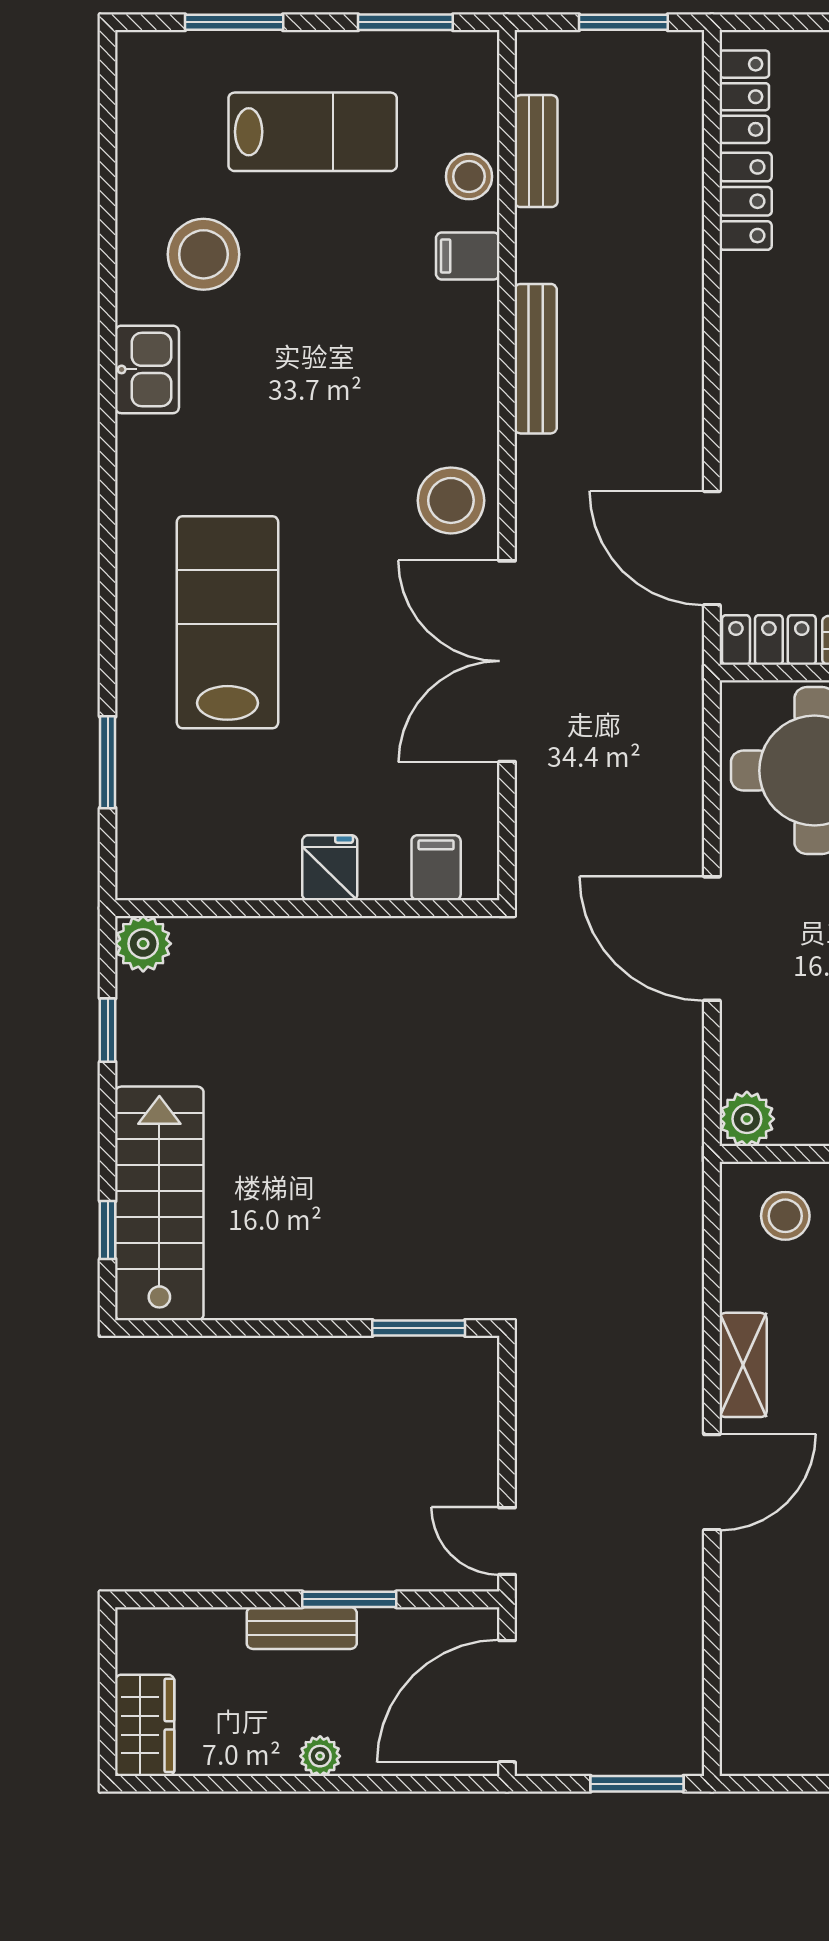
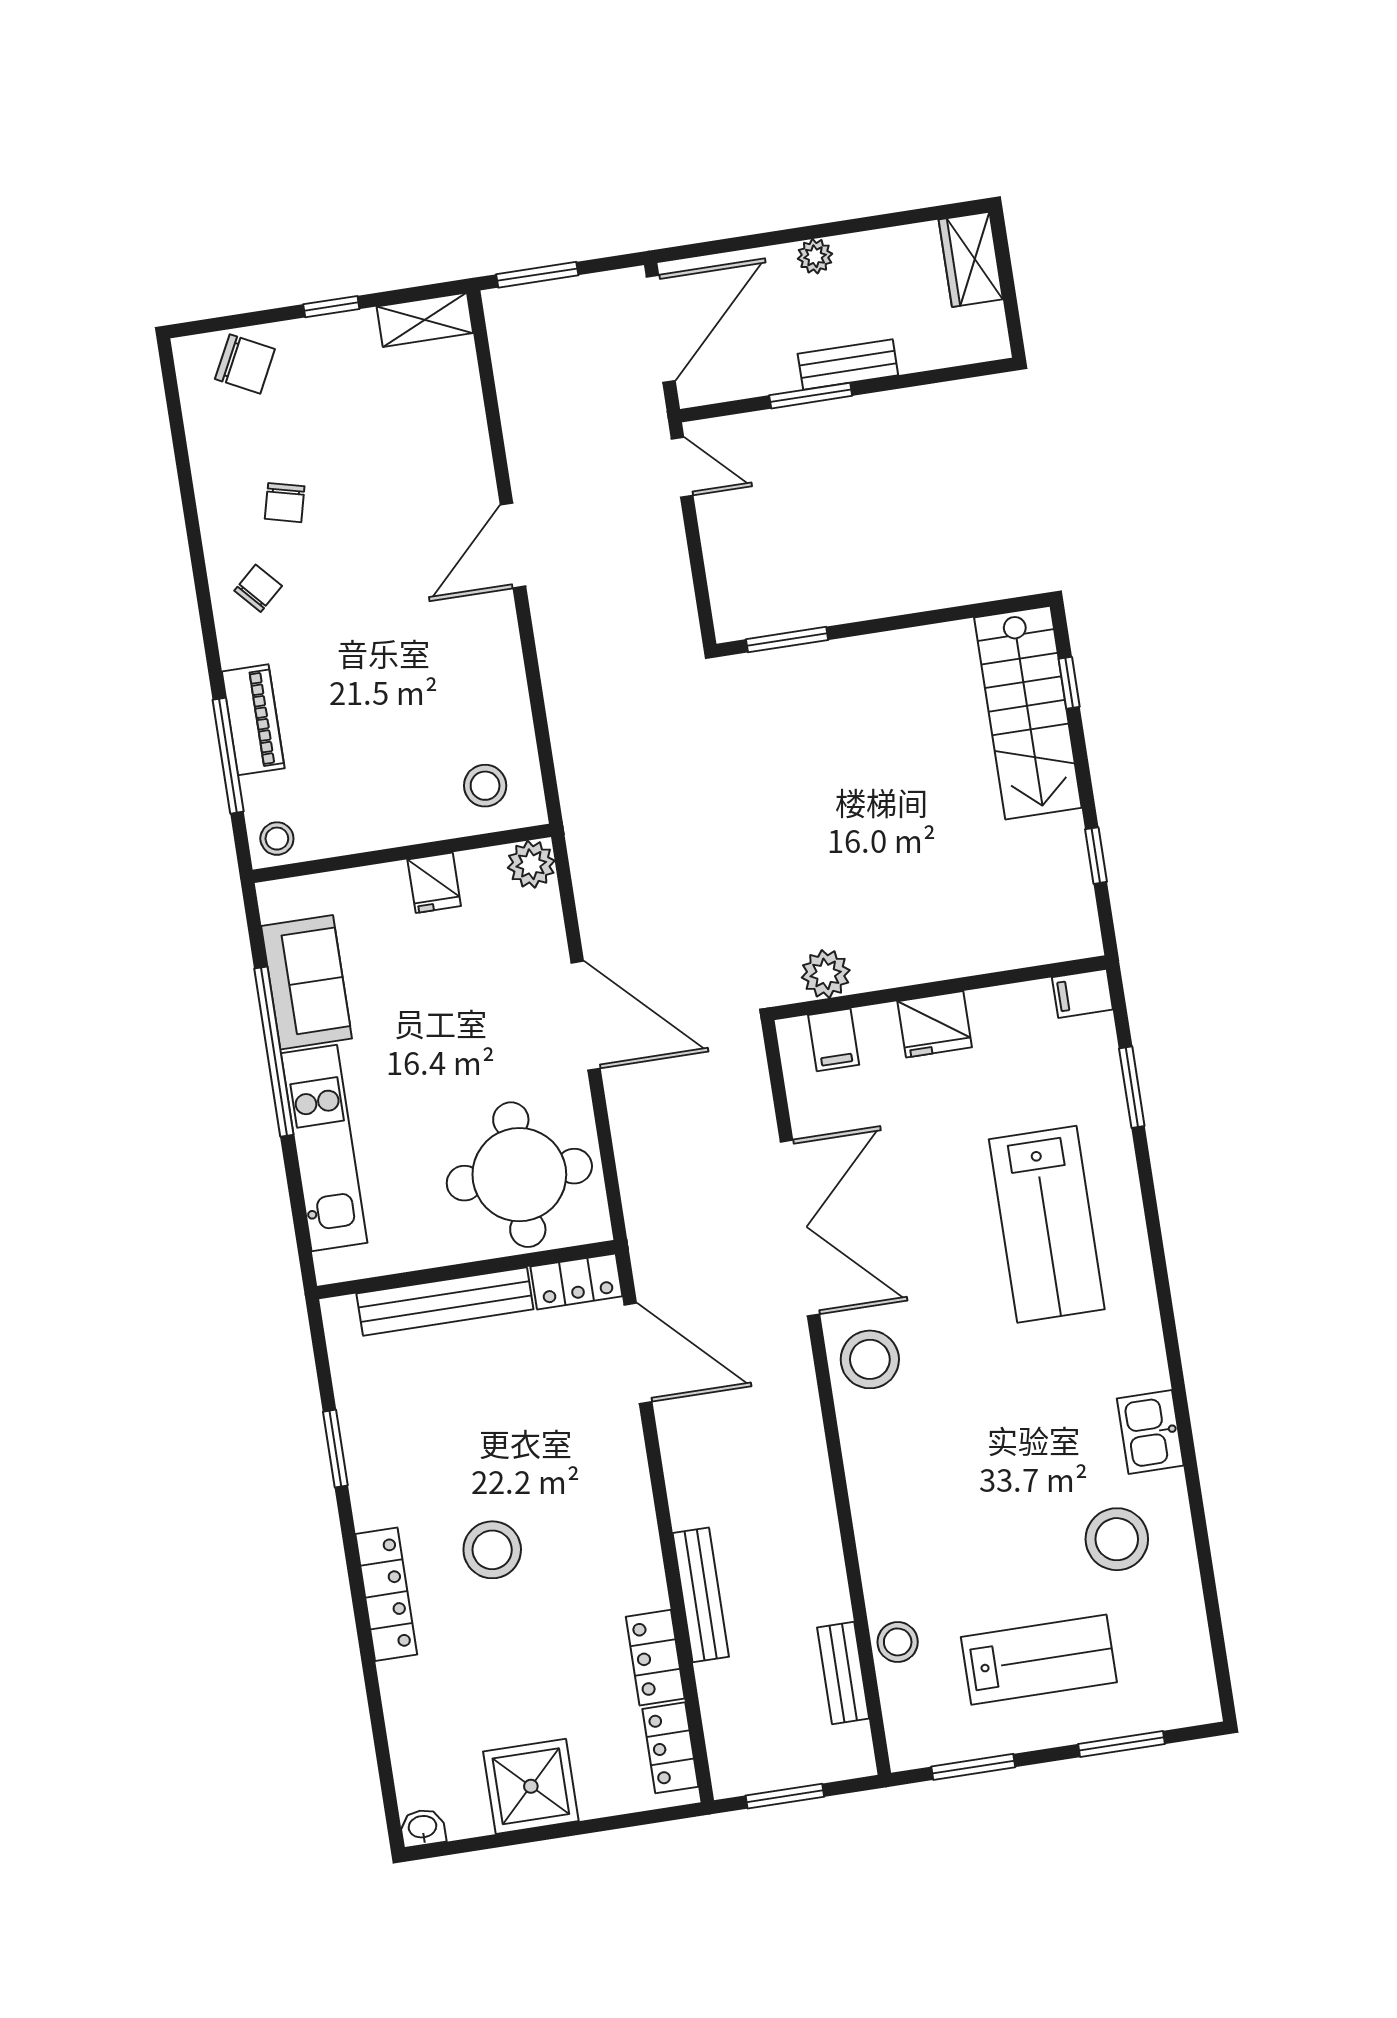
lab bench: (313, 132) -> (1039, 1660), turned 180
filing cabinet: (468, 256) -> (1082, 993), moved, turned 180
bench: (536, 359) -> (701, 1595), moved
fridge: (330, 868) -> (935, 1024), width x1.38
plant: (143, 944) -> (826, 974), moved
shelving: (743, 1365) -> (425, 320), moved, turned 90

